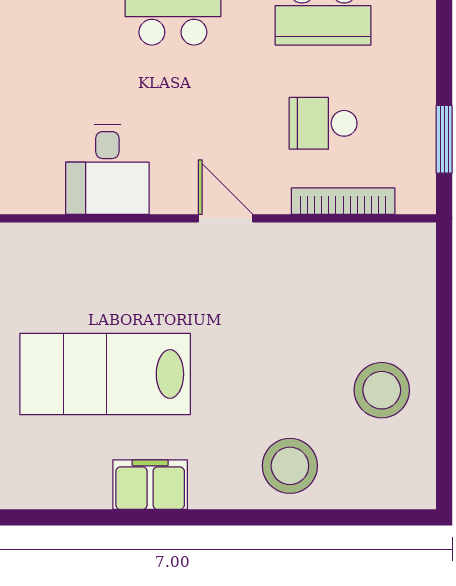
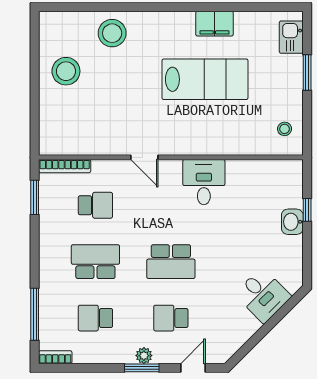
bookcase: (343, 201) -> (65, 166), moved
filing cabinet: (150, 485) -> (214, 24), moved

